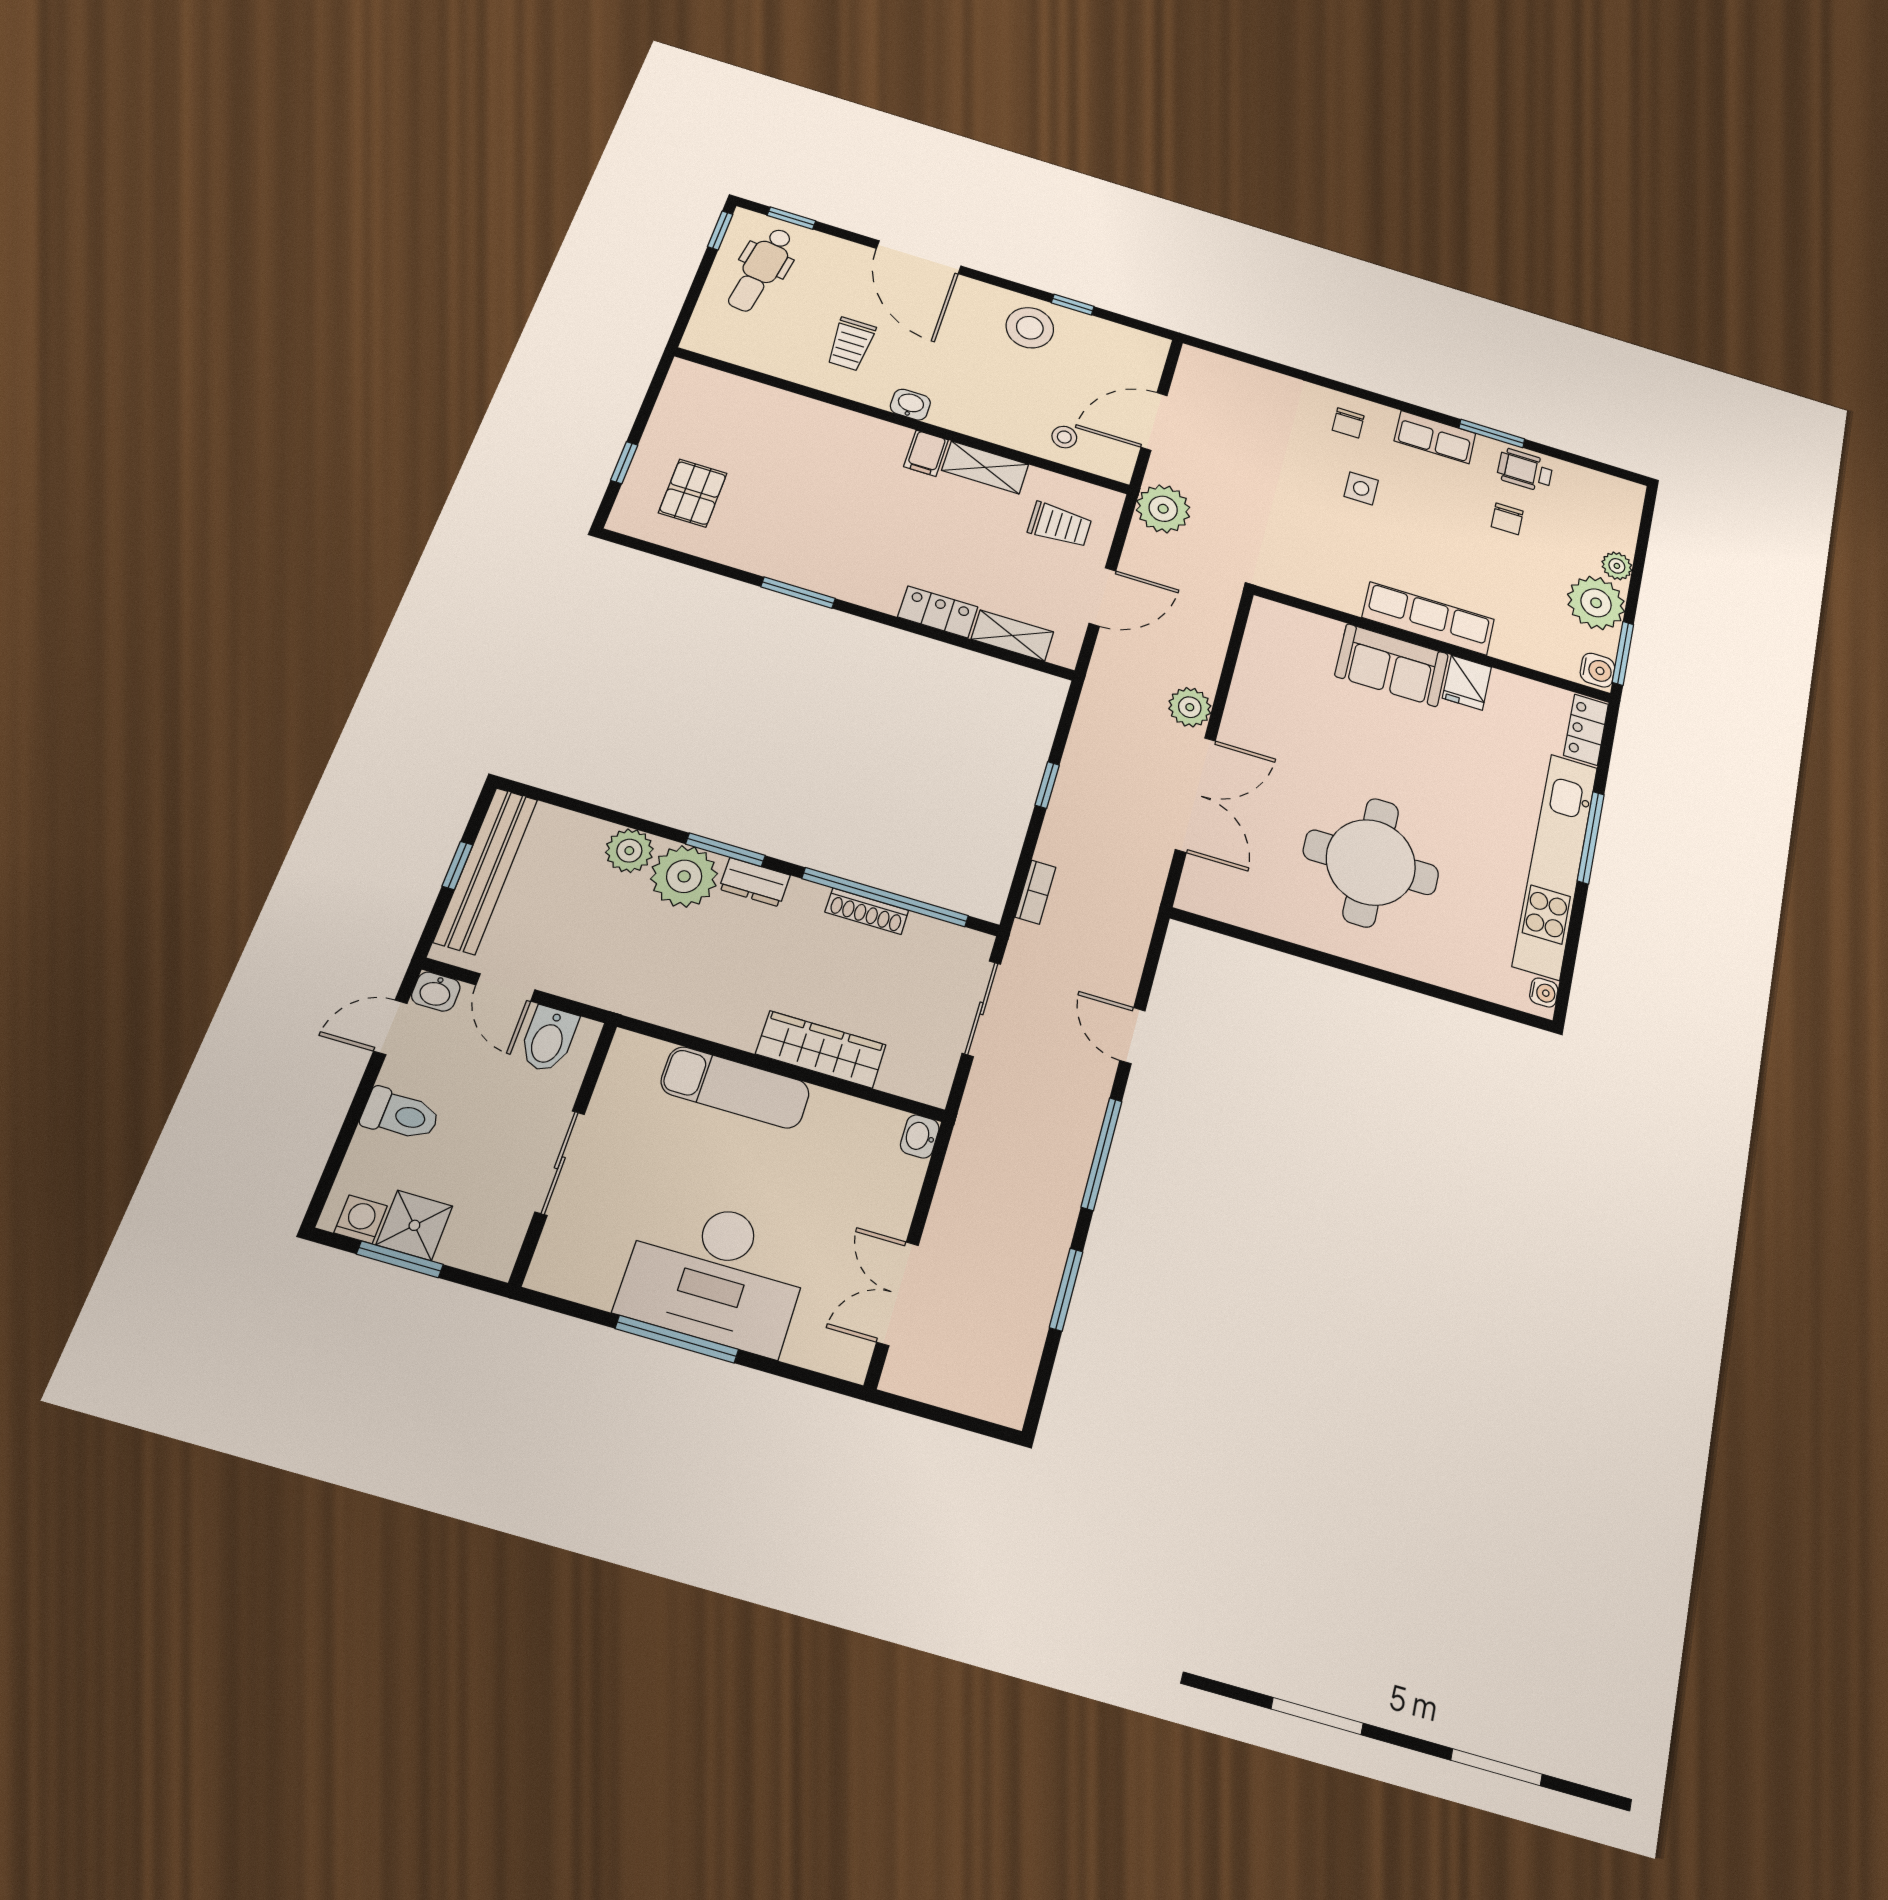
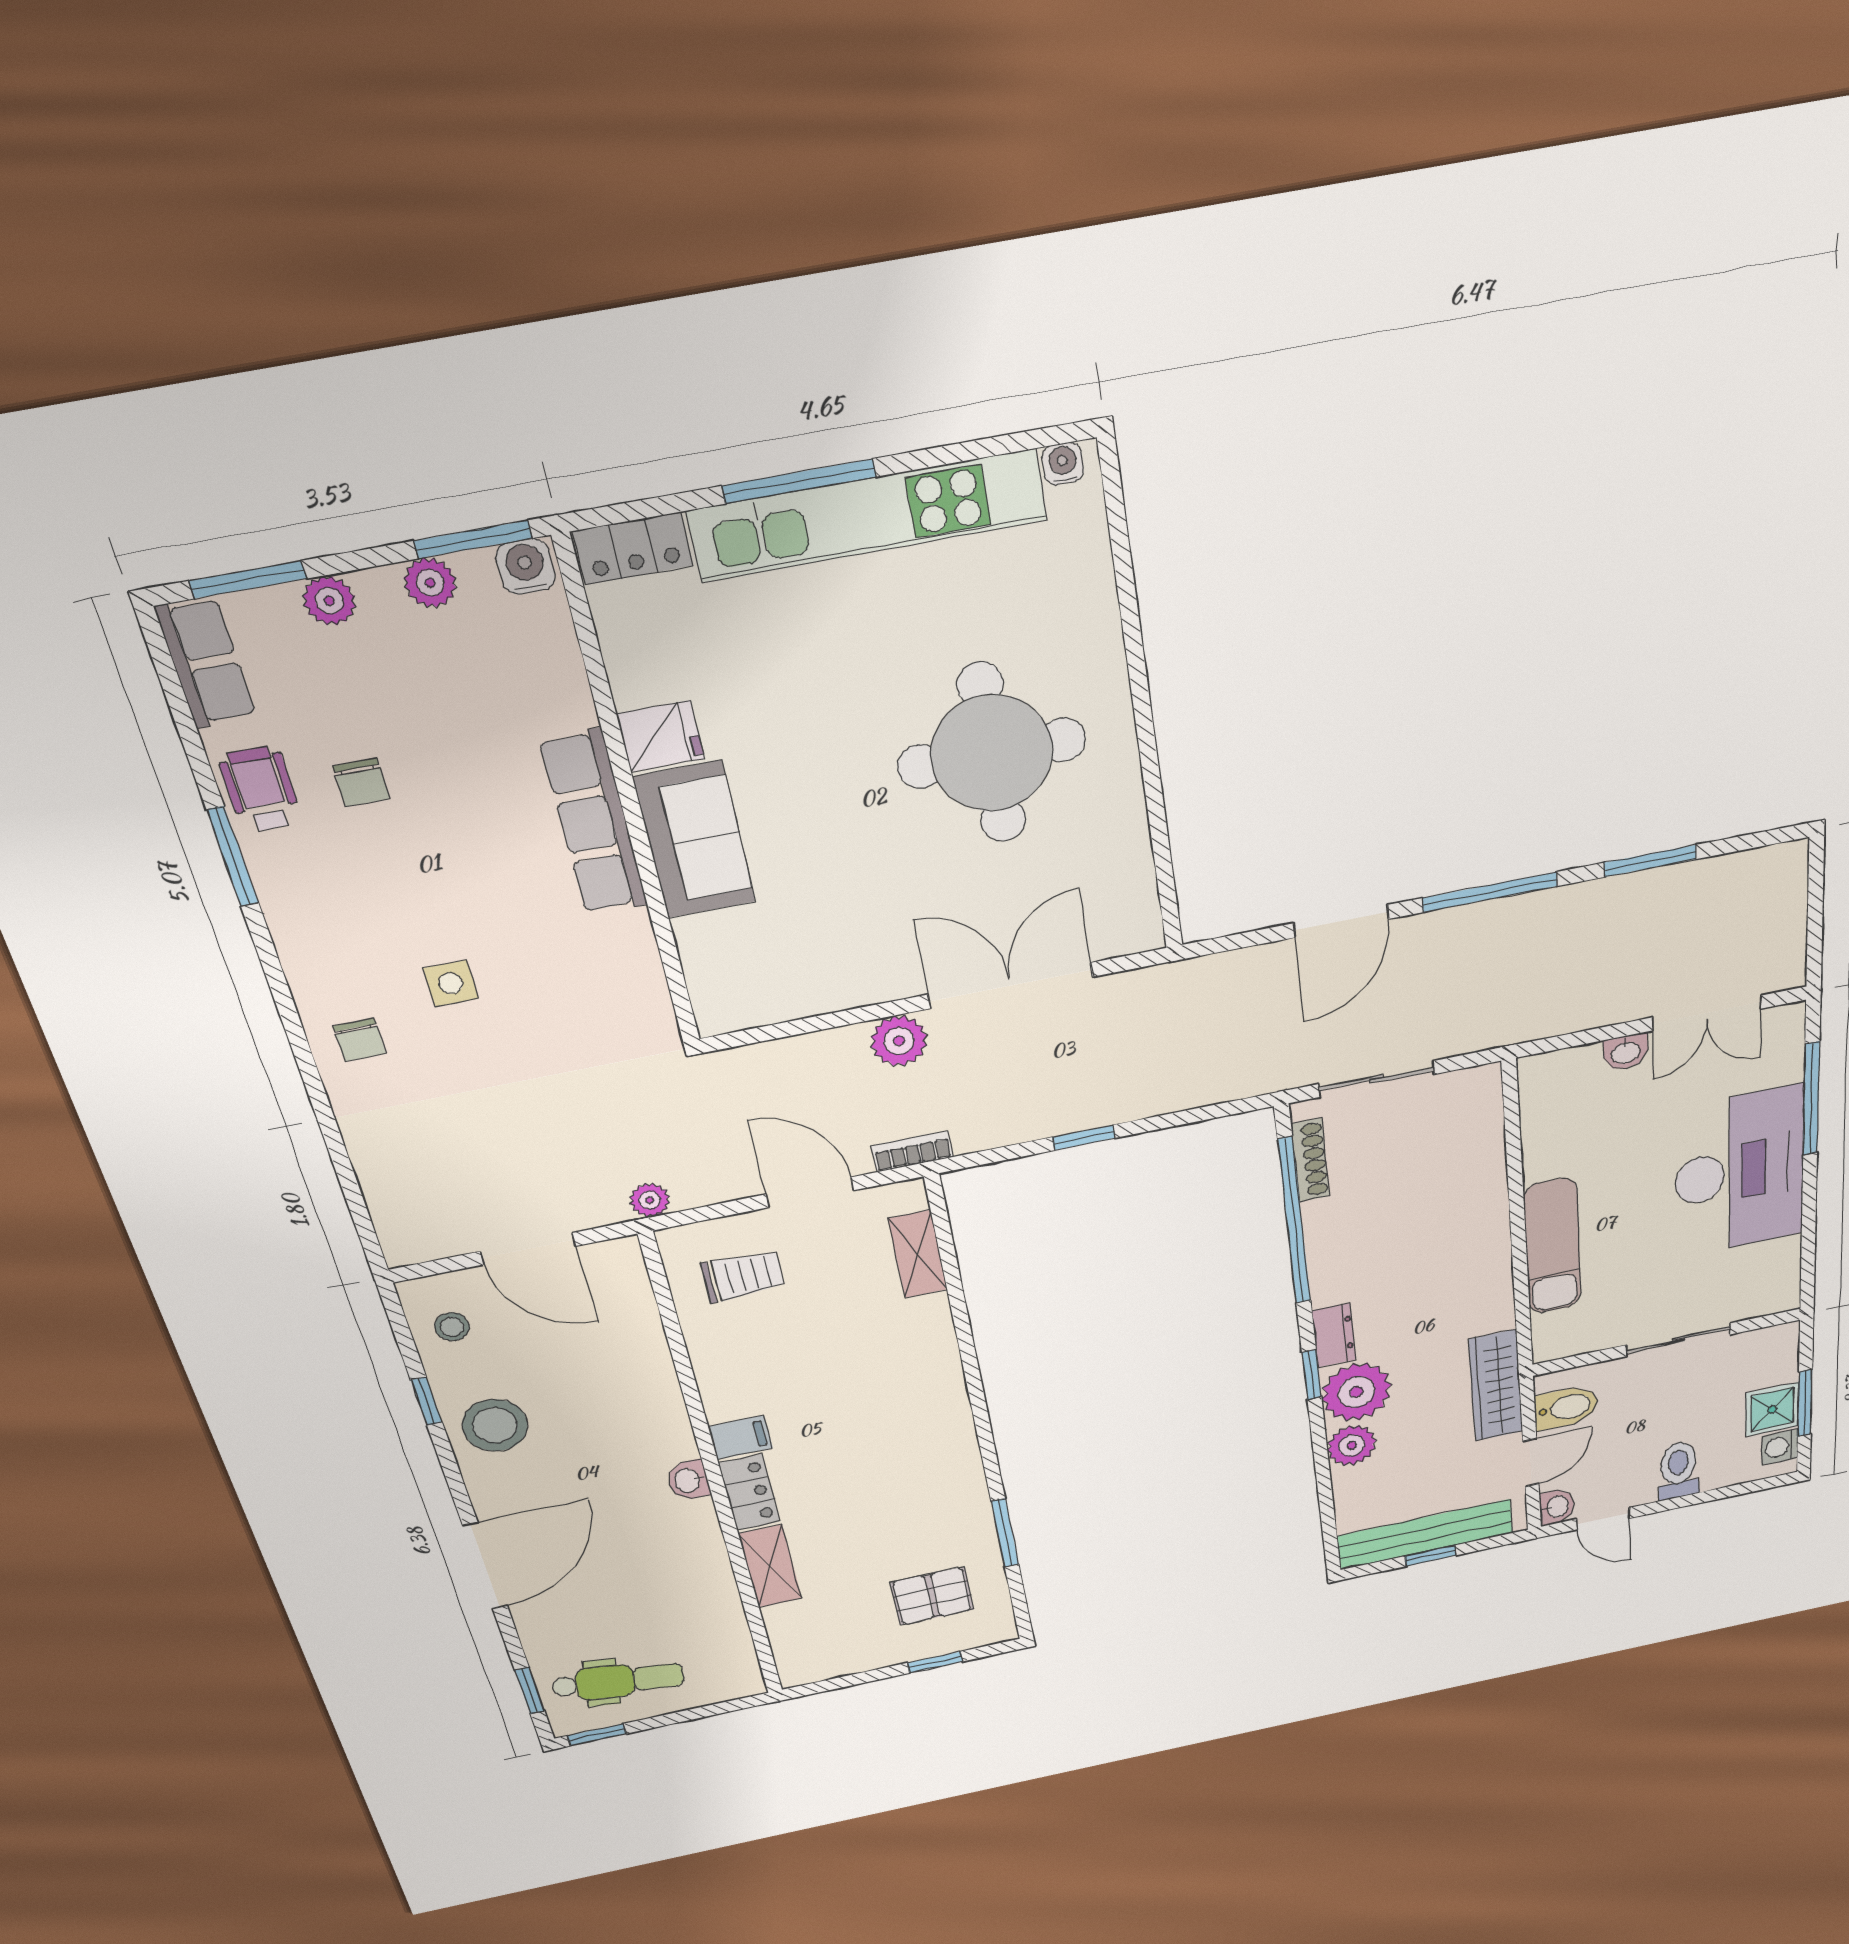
trolley: (851, 344) -> (651, 1566), removed
chair: (1348, 423) -> (359, 1040), turned 90
stool: (1064, 437) -> (452, 1327), moved
row of seats: (1435, 437) -> (206, 663), moved
shelving: (985, 467) -> (770, 1566), moved
wheelchair: (1525, 470) -> (260, 789), turned 180
plant: (1163, 509) -> (650, 1200), width x0.53, depth x0.53
chair: (1507, 519) -> (361, 782), turned 90
trolley: (1060, 525) -> (743, 1276), turned 90
window: (1644, 536) -> (248, 580), added
window: (798, 593) -> (1005, 1533), moved
plant: (1596, 603) -> (430, 583), width x0.53, depth x0.53
locker: (938, 612) -> (750, 1492), moved, turned 180
window: (725, 850) -> (1312, 1375), width x0.67
bookcase: (1035, 892) -> (912, 1151), moved
shoe rack: (867, 911) -> (1310, 1160), moved
door: (1133, 1036) -> (1341, 921), width x1.38
wardrobe: (821, 1049) -> (1496, 1386), moved
washbasin: (920, 1136) -> (1626, 1052), moved
window: (677, 1339) -> (1811, 1099), moved

